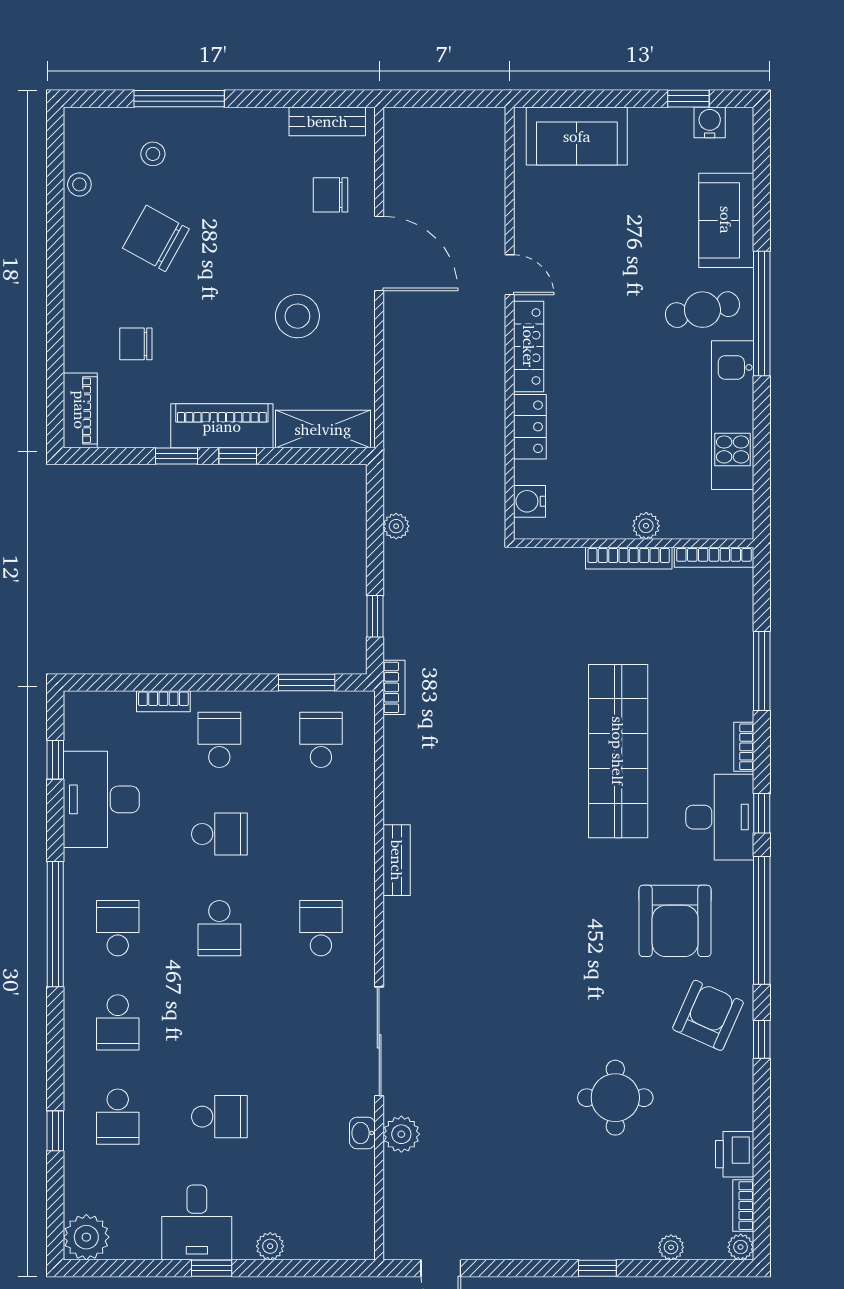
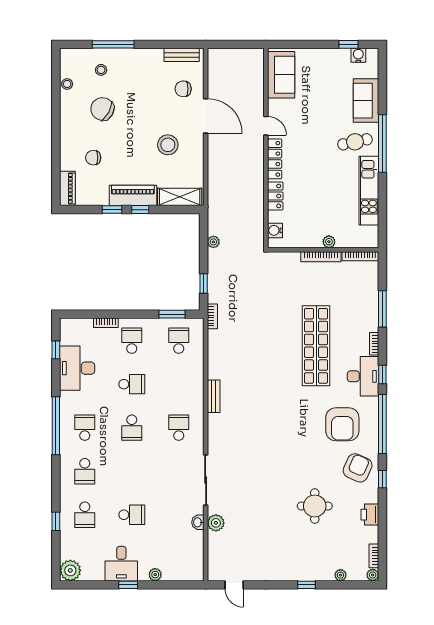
sofa: (577, 136) -> (281, 75), moved, turned -90
printer: (735, 1154) -> (370, 515), moved

